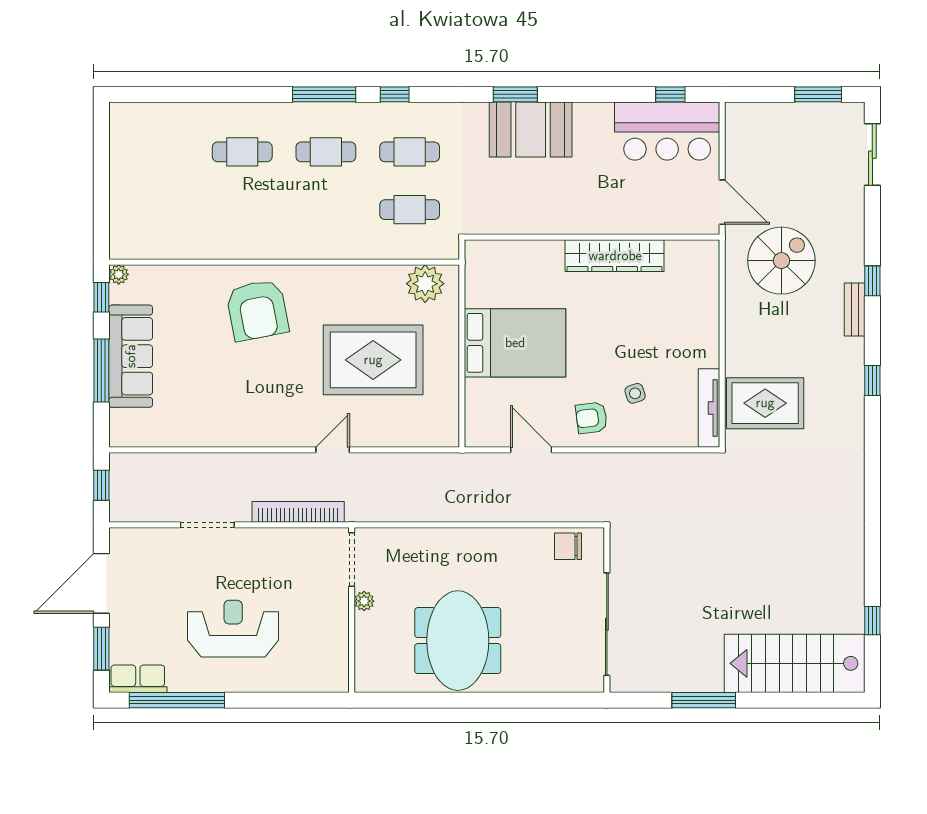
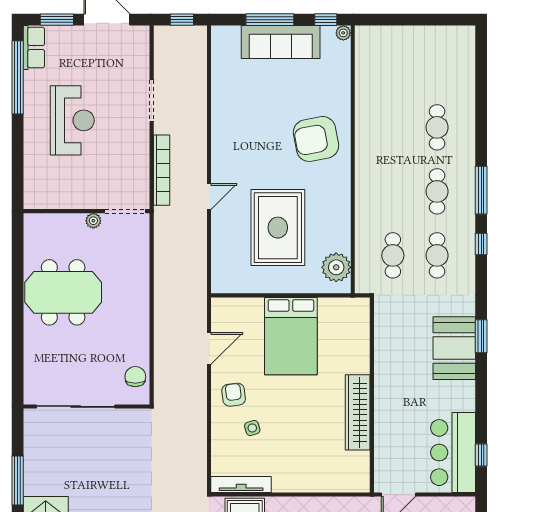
door: (333, 450) -> (209, 197), hinge flipped

